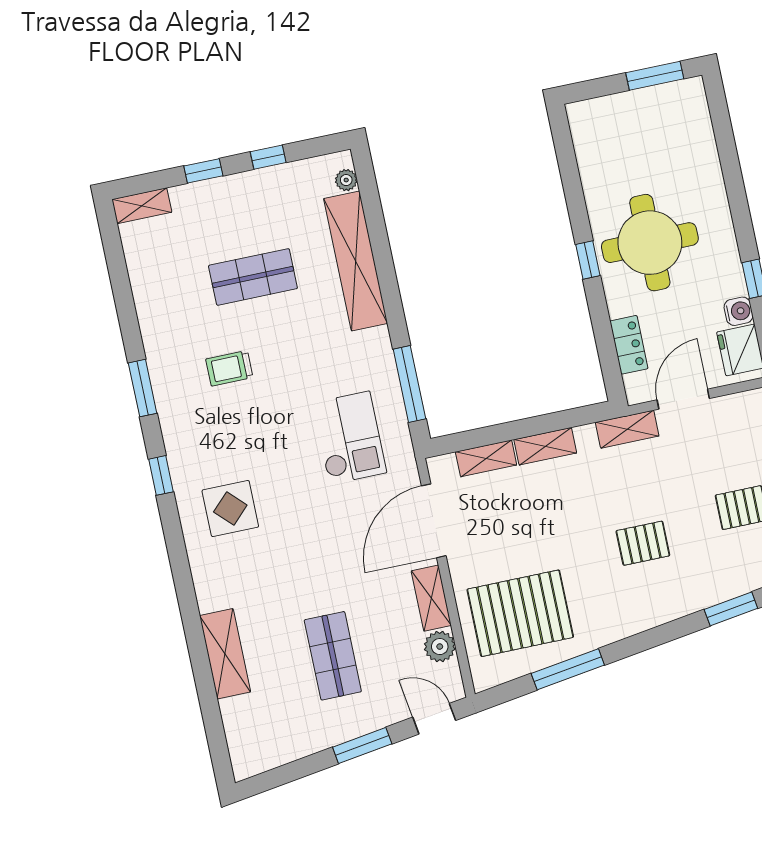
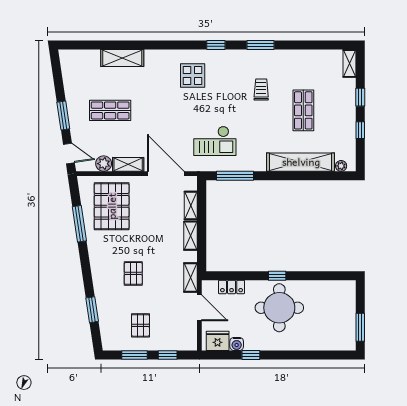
door: (434, 719) -> (69, 153), hinge flipped

